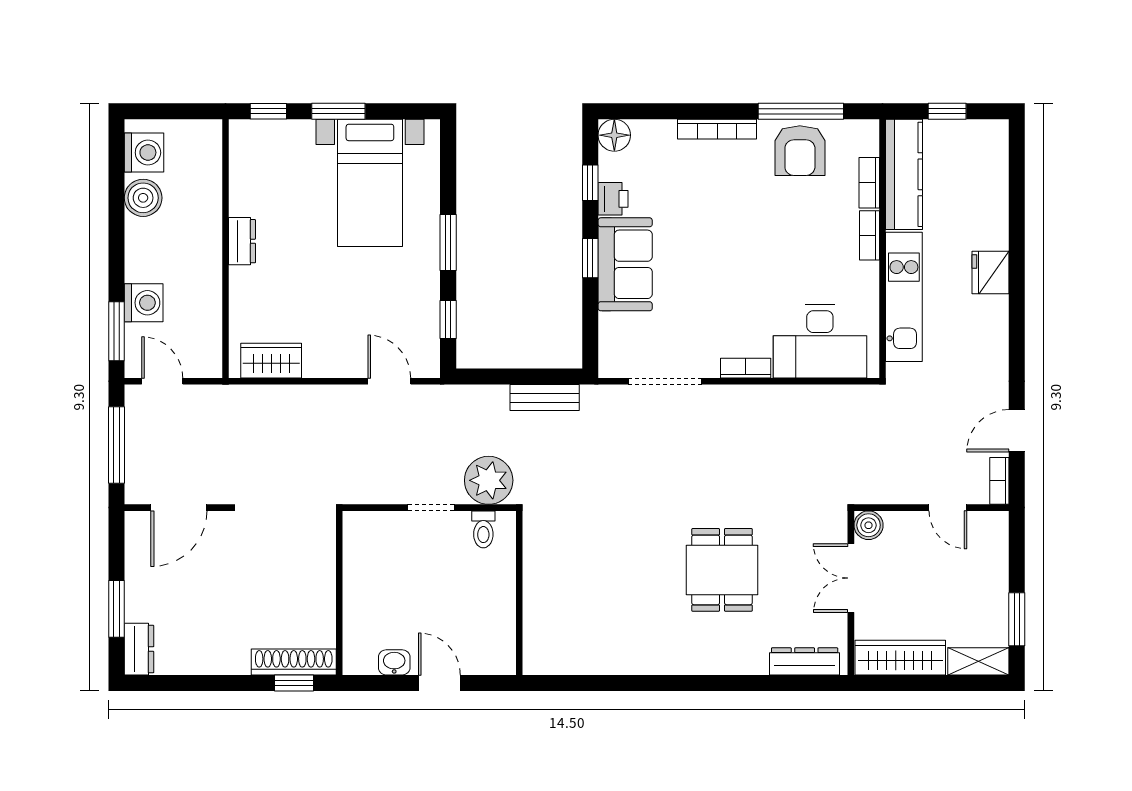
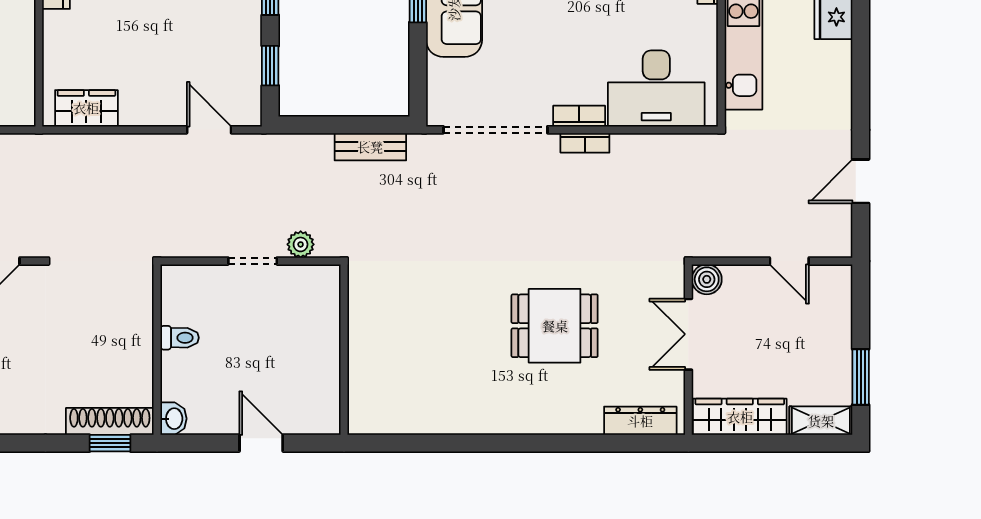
doorway: (665, 381) -> (495, 130), width x1.36
plant: (489, 480) -> (301, 244), width x0.53, depth x0.53
bookcase: (999, 481) -> (585, 143), moved, turned -90
toilet: (483, 529) -> (180, 338), moved, turned -90
dining table: (722, 570) -> (555, 326), turned 90
washbasin: (394, 662) -> (173, 419), moved, turned 90

